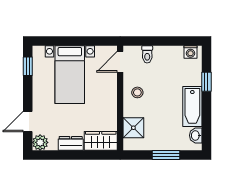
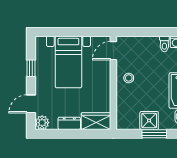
toilet: (147, 54) -> (164, 44), moved
window: (28, 66) -> (31, 68), moved
shower: (133, 128) -> (149, 120), moved

